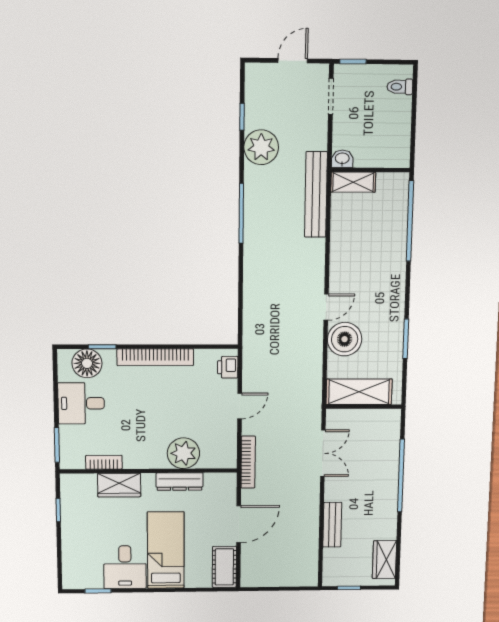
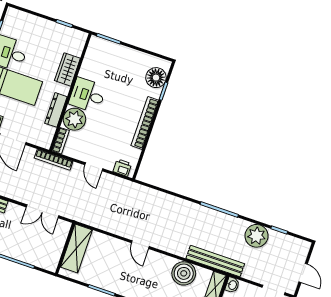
boiler: (345, 339) -> (184, 273), moved
desk: (81, 403) -> (87, 95), moved, turned -90
bookcase: (104, 462) -> (61, 141), moved

